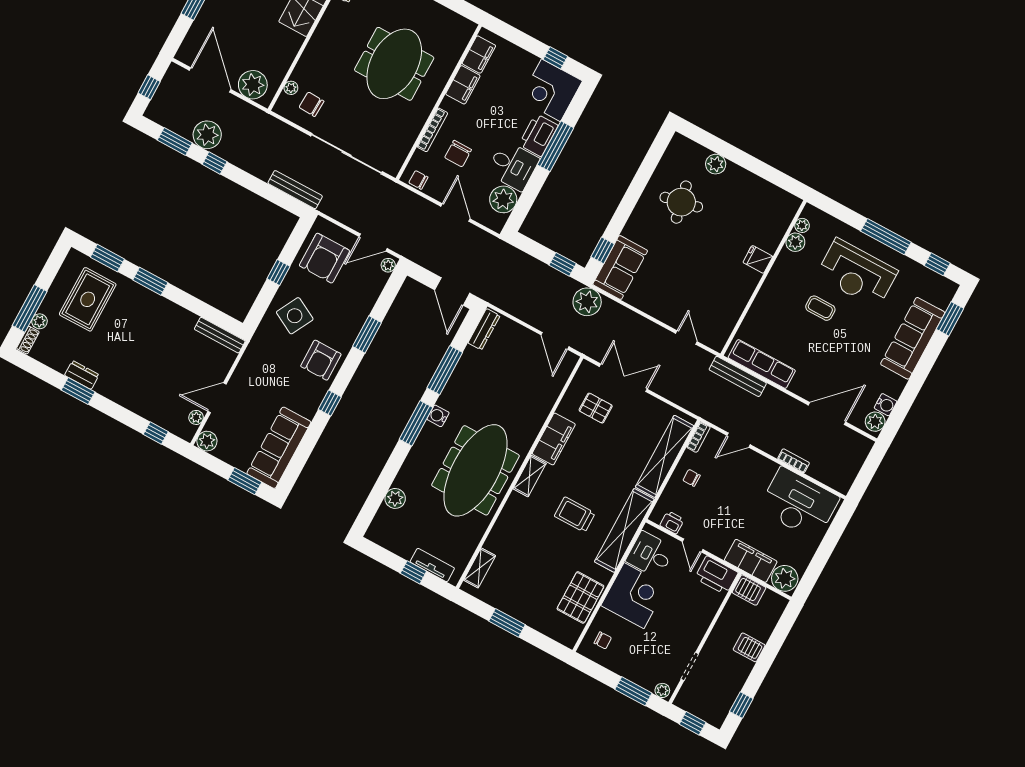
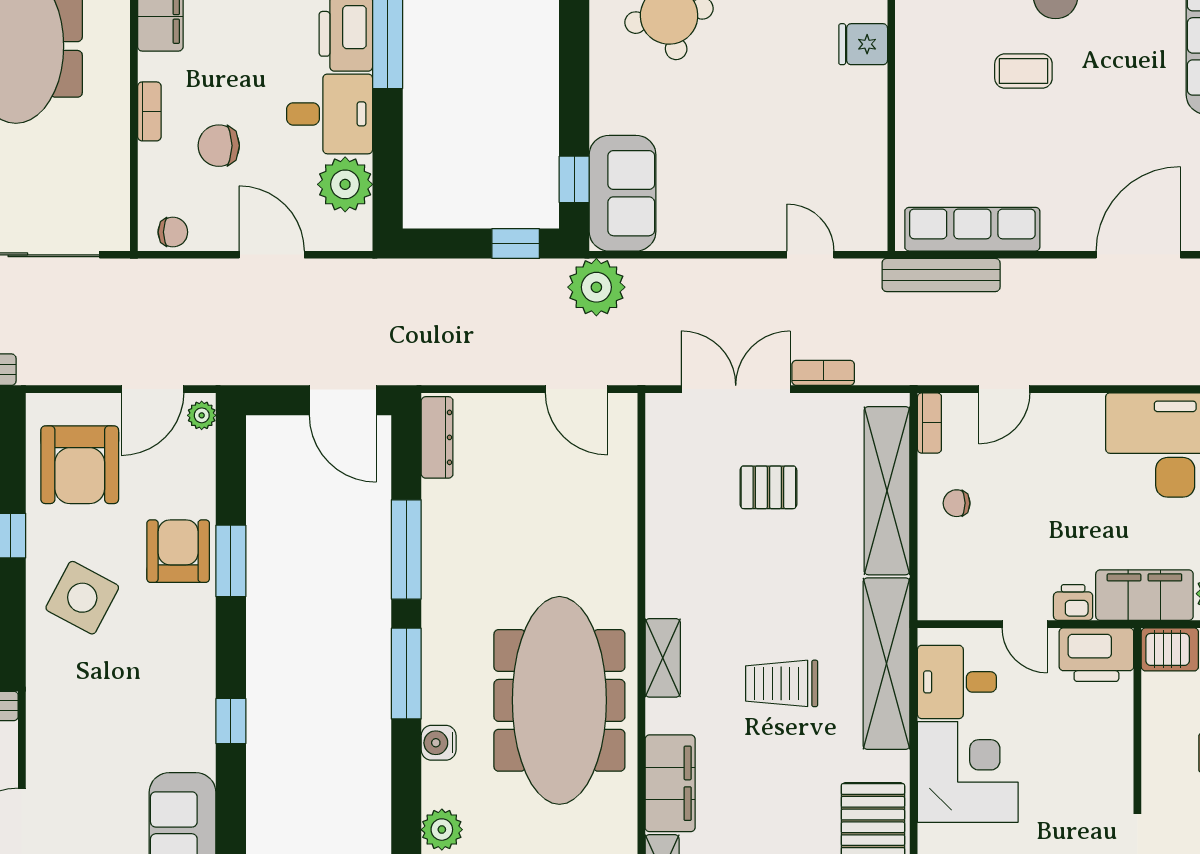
bookcase: (432, 130) -> (149, 111), width x0.64
chair: (458, 154) -> (219, 146), turned 90
chair: (418, 180) -> (173, 232), turned 180
armchair: (321, 360) -> (178, 551), moved, turned 180
pallet: (596, 408) -> (768, 487), moved
water cooler: (438, 416) -> (439, 743), moved
filing cabinet: (554, 439) -> (670, 783), moved
bookcase: (793, 461) -> (823, 373), moved
printer: (672, 522) -> (1073, 603), moved

